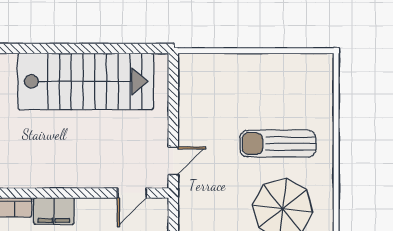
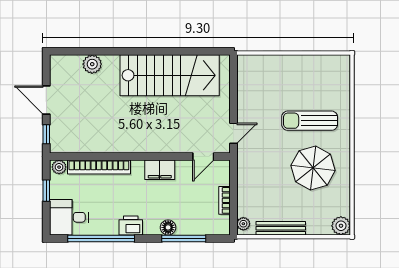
filing cabinet: (54, 211) -> (160, 170), moved

